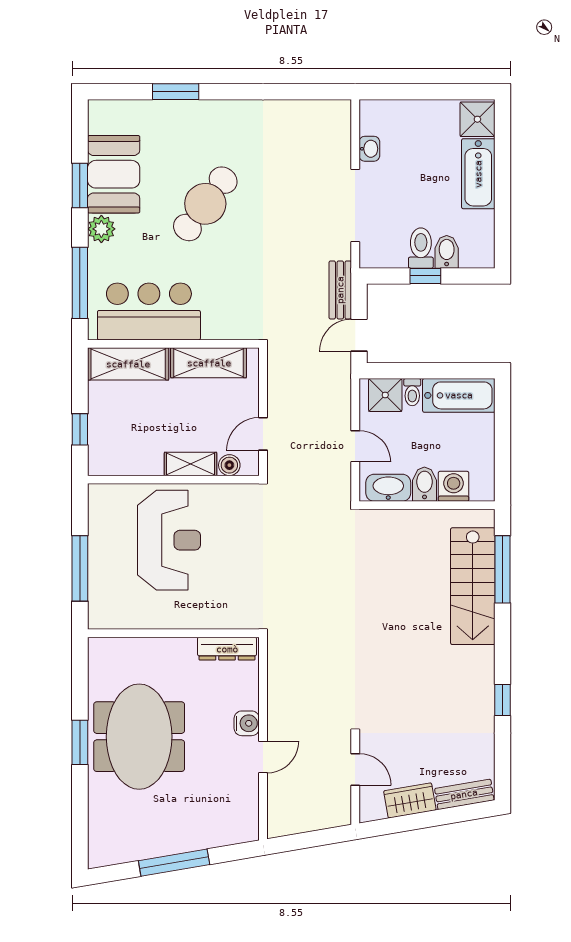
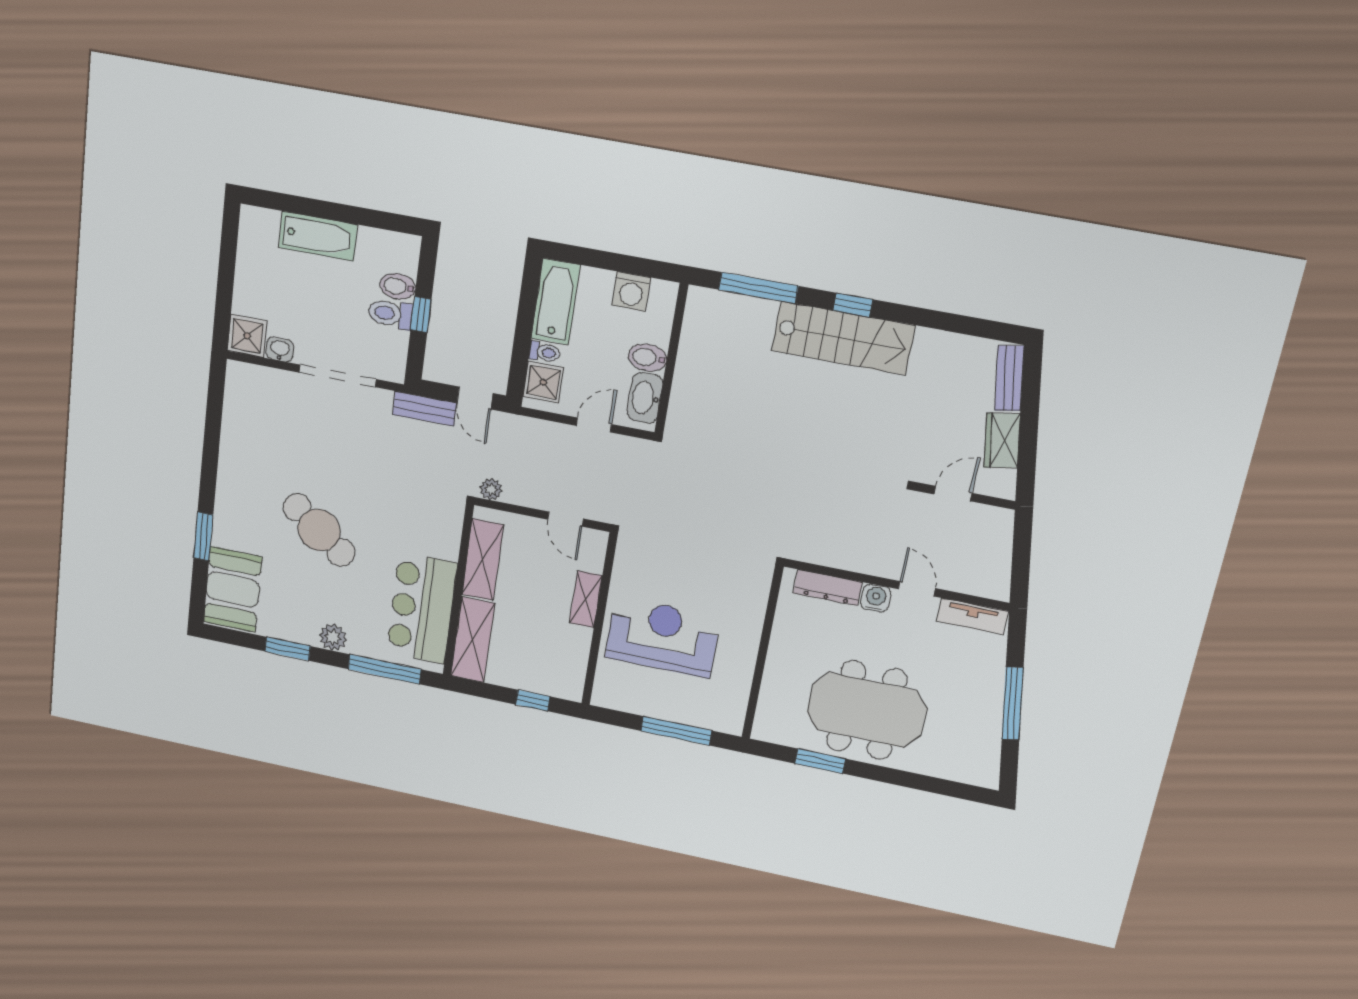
shower: (477, 119) -> (247, 336), moved
booth: (114, 174) -> (233, 590), moved, turned 90
plant: (277, 361) -> (491, 489), added
boiler: (229, 465) -> (593, 560), removed
washing machine: (454, 486) -> (631, 291), moved, turned -90
stairs: (473, 586) -> (843, 338), moved
dresser: (227, 649) -> (828, 588), moved, turned 90
window: (502, 700) -> (853, 305), moved
window: (80, 742) -> (820, 761), moved
tv unit: (248, 810) -> (972, 616), added

